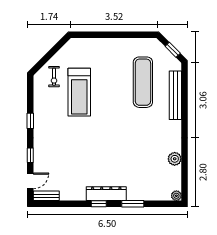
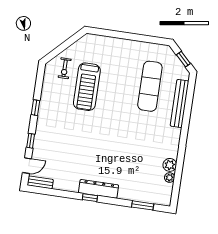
plant: (176, 196) -> (170, 178), moved
window: (133, 204) -> (143, 205), moved

